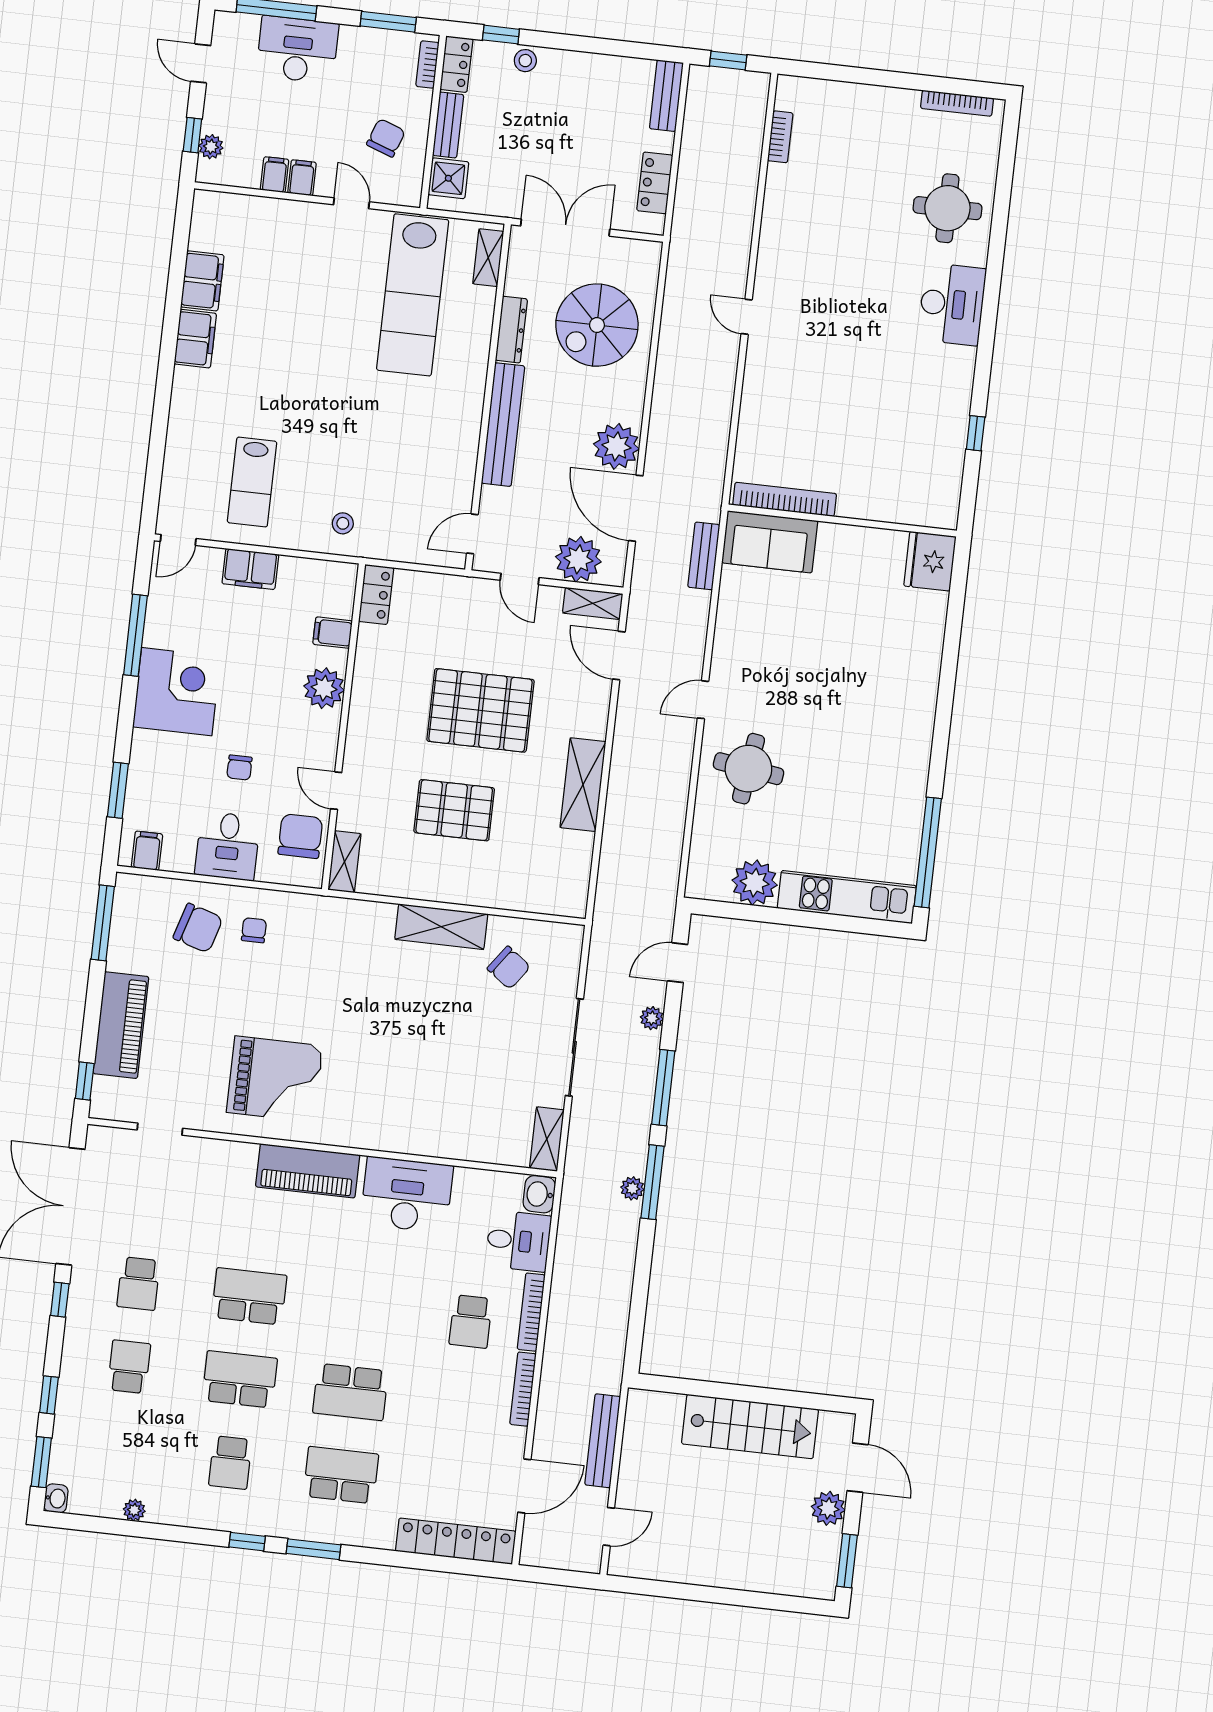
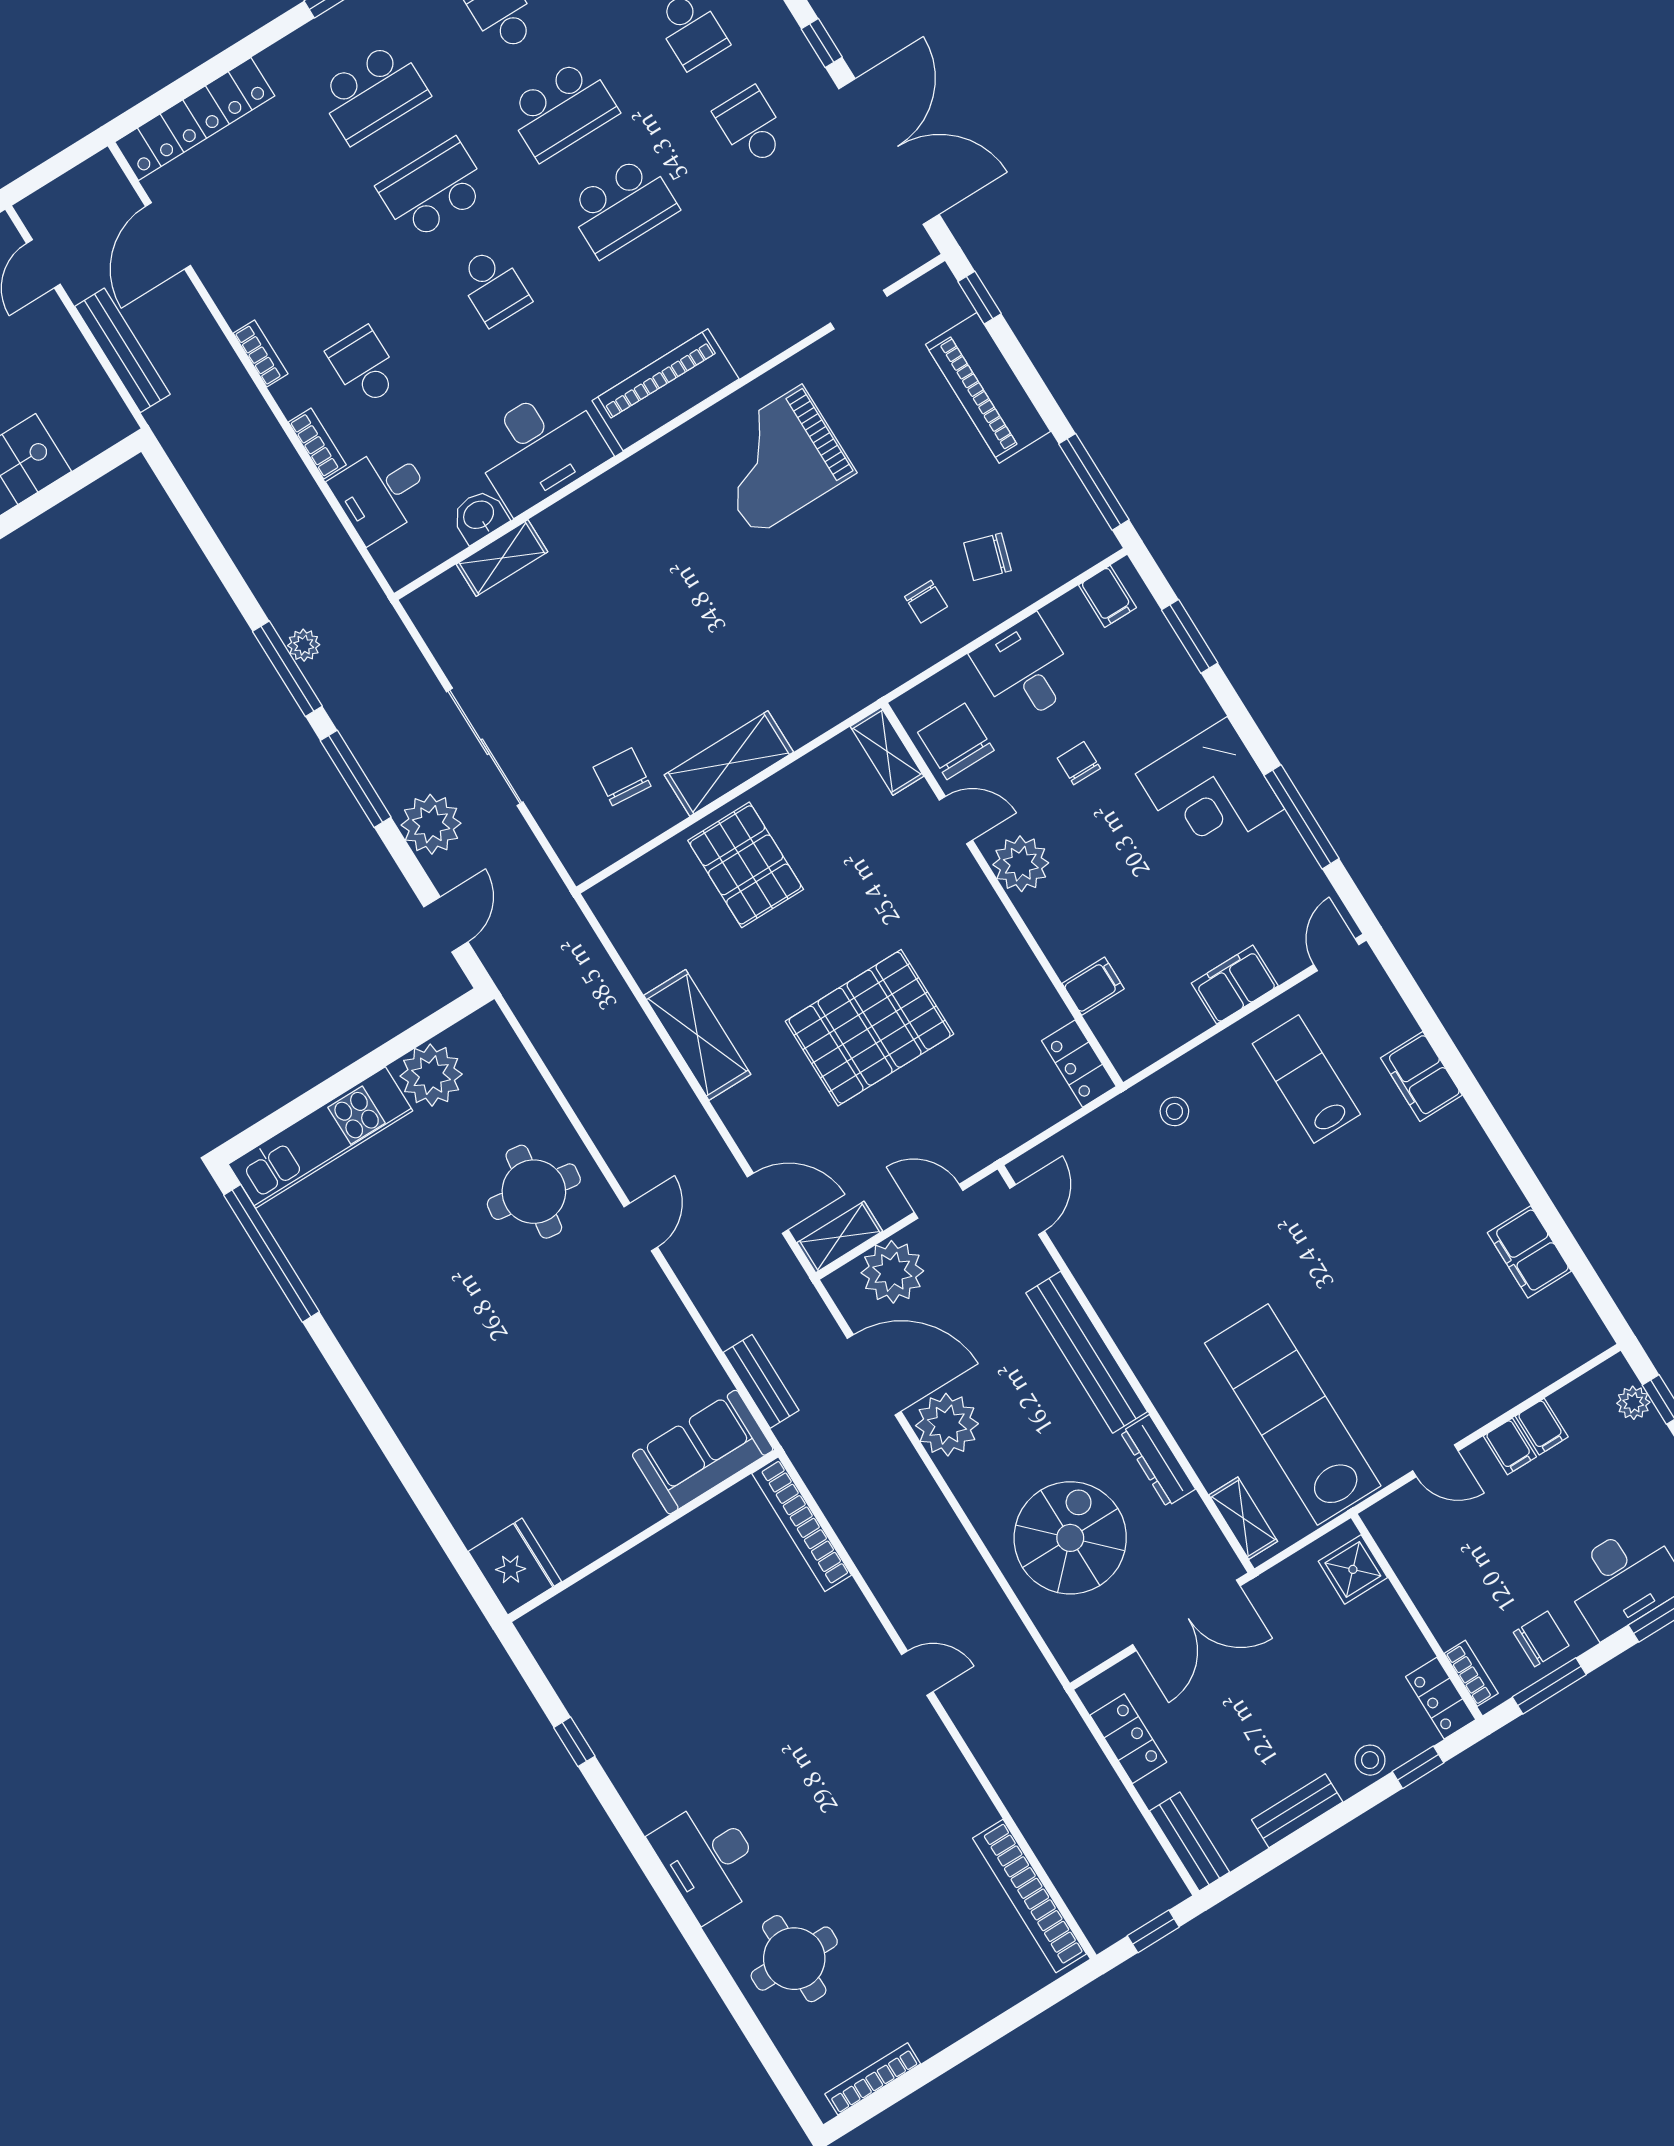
bench: (448, 125) -> (1297, 1811), moved, turned 90
bookcase: (780, 137) -> (1030, 1896), width x2.31, depth x1.31
chair: (386, 138) -> (1541, 1639), moved, turned -110
filing cabinet: (195, 339) -> (1421, 1077), moved
bookcase: (785, 499) -> (802, 1524), moved, turned 90
plant: (324, 688) -> (1021, 864), moved
pallet: (454, 810) -> (746, 865), moved, turned 90
chair: (300, 836) -> (956, 741), turned 180
chair: (198, 928) -> (988, 557), width x0.73, depth x0.73
chair: (509, 968) -> (622, 777), turned 59
plant: (652, 1018) -> (431, 824), width x1.87, depth x1.87
shelving: (547, 1139) -> (502, 558), moved, turned 90
washbasin: (539, 1194) -> (479, 516), moved, turned -90
school desk: (360, 1309) -> (493, 286), added
bookcase: (531, 1312) -> (317, 444), width x0.64
bookcase: (523, 1389) -> (261, 354), width x0.64

